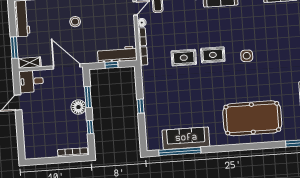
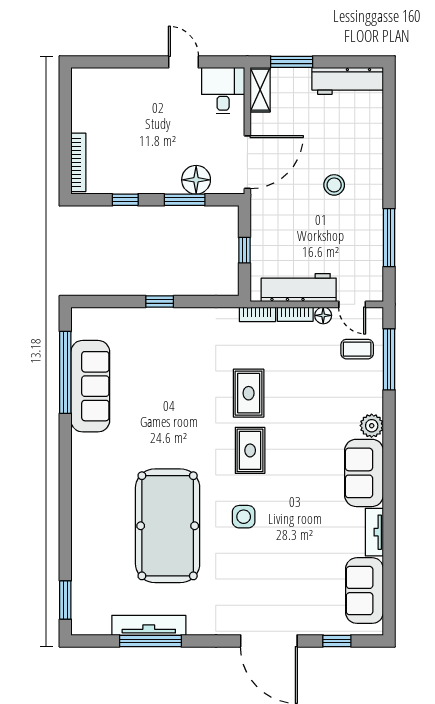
workbench: (117, 54) -> (299, 288), moved, turned -90
floor lamp: (78, 107) -> (196, 180), moved
pool table: (252, 118) -> (168, 526), moved

